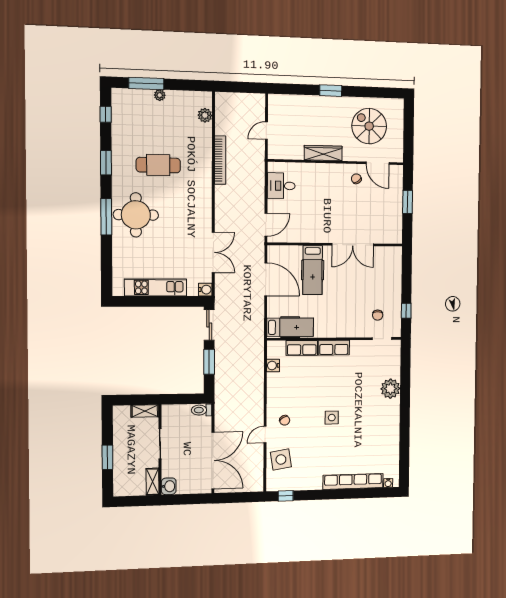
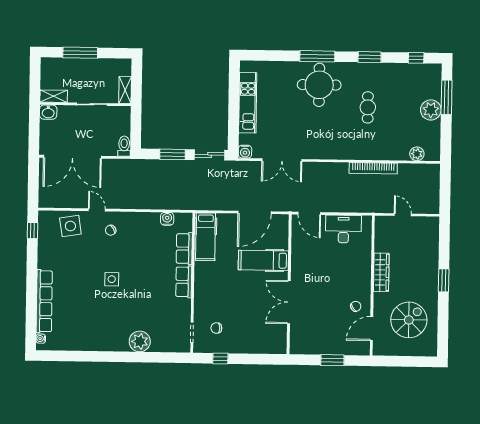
plant: (160, 95) -> (431, 110), width x1.88, depth x1.88
cafe table: (158, 165) -> (368, 107), width x0.73, depth x0.74
desk: (281, 186) -> (343, 229), width x1.37
window: (107, 457) -> (80, 53), width x1.44

